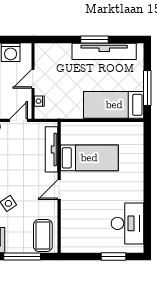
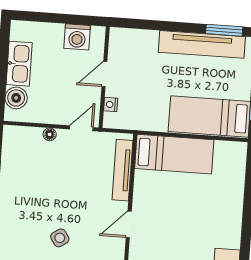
window: (95, 40) -> (224, 30), moved
bed: (89, 158) -> (174, 154), moved

